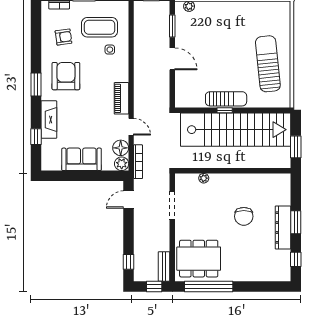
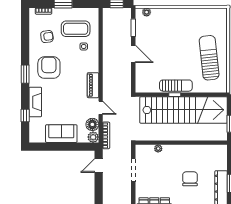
chair: (244, 216) -> (190, 179), turned 180

